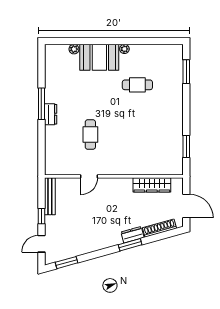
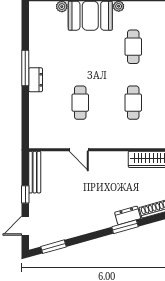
cafe table: (137, 85) -> (133, 47), turned 90
cafe table: (137, 135) -> (133, 103), added
door: (89, 176) -> (79, 150), hinge flipped

